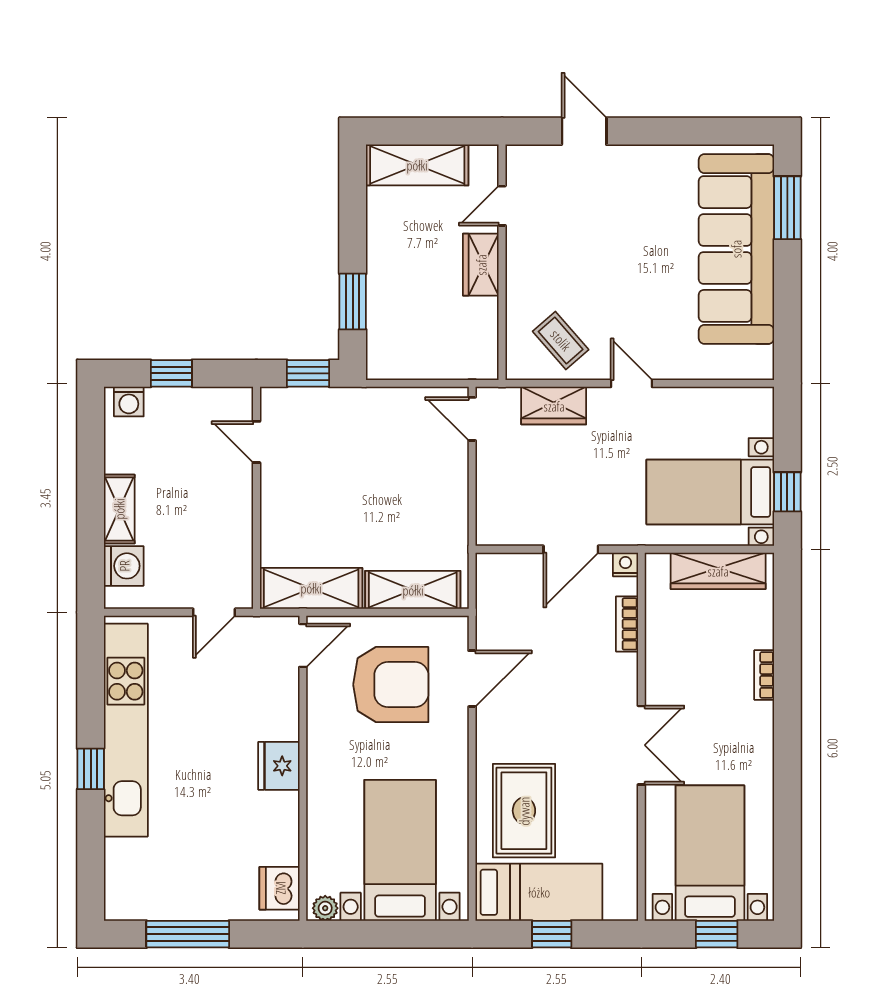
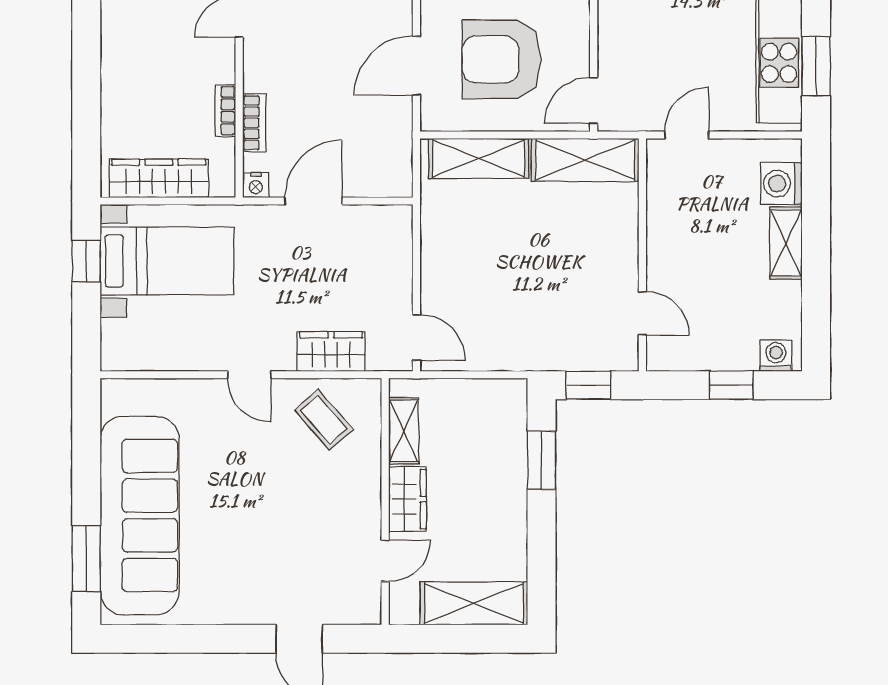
shelving: (484, 330) -> (404, 431), added
bookcase: (764, 675) -> (225, 111), moved, turned 180
window: (91, 678) -> (816, 66), added

